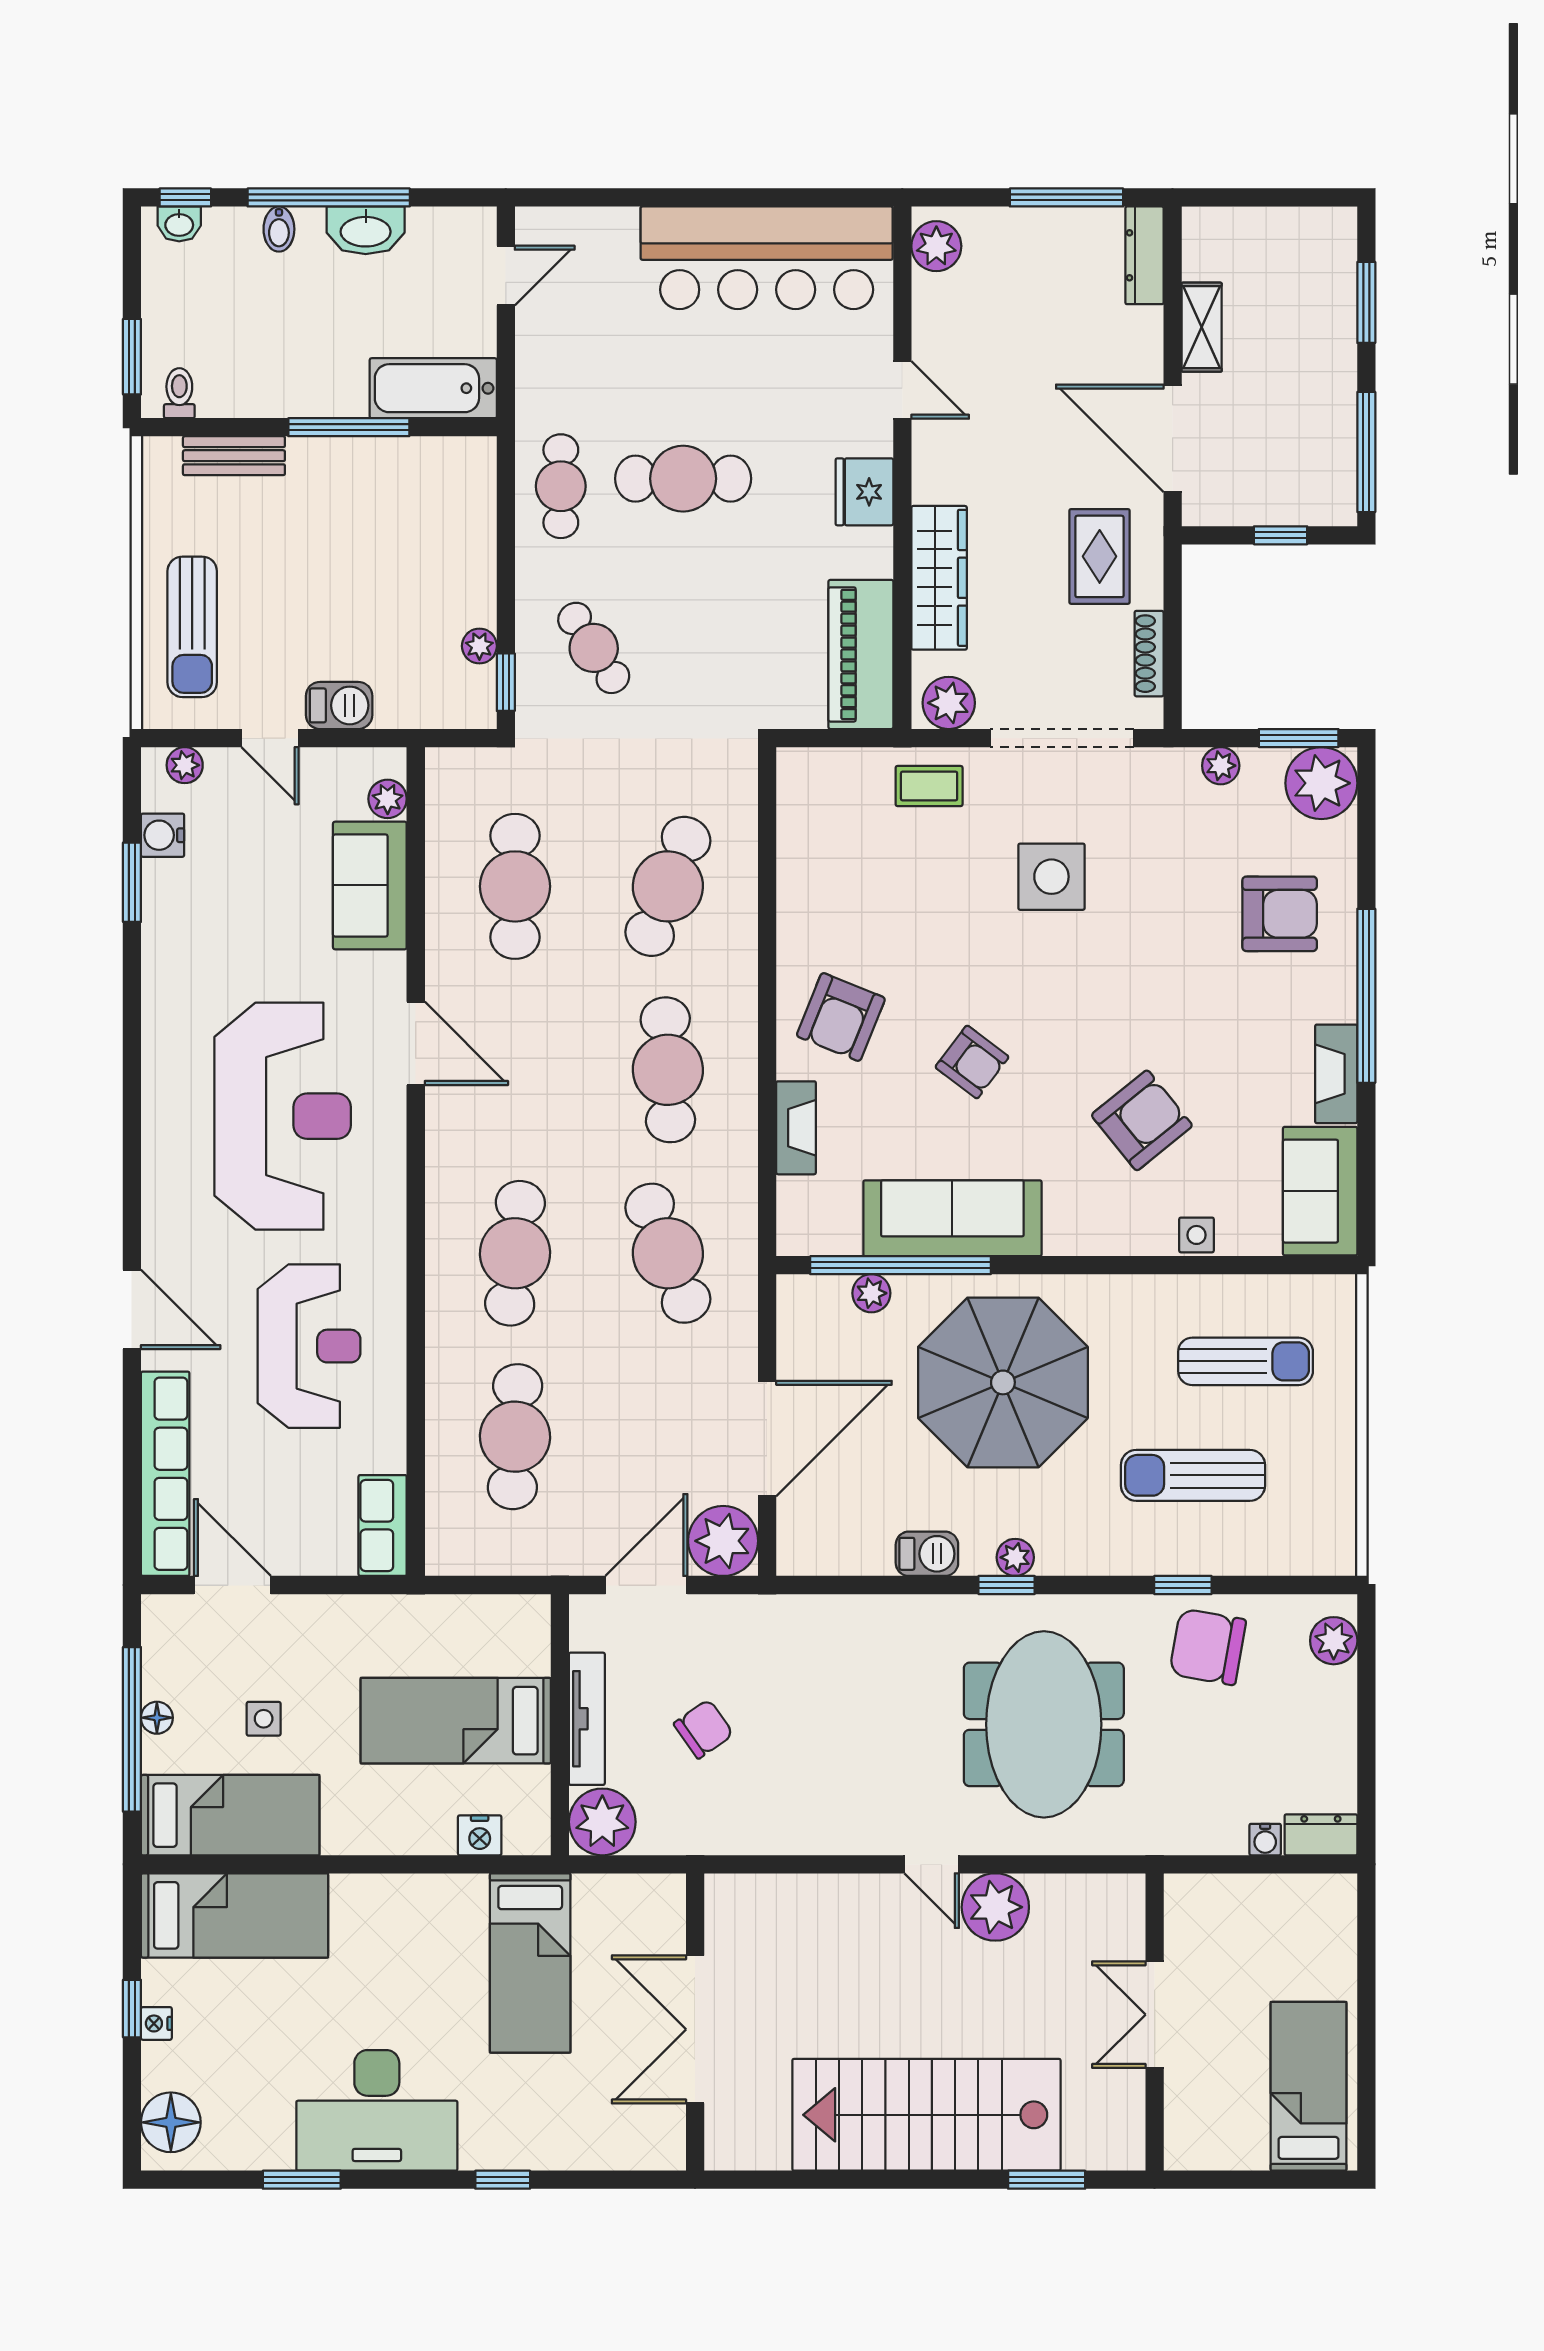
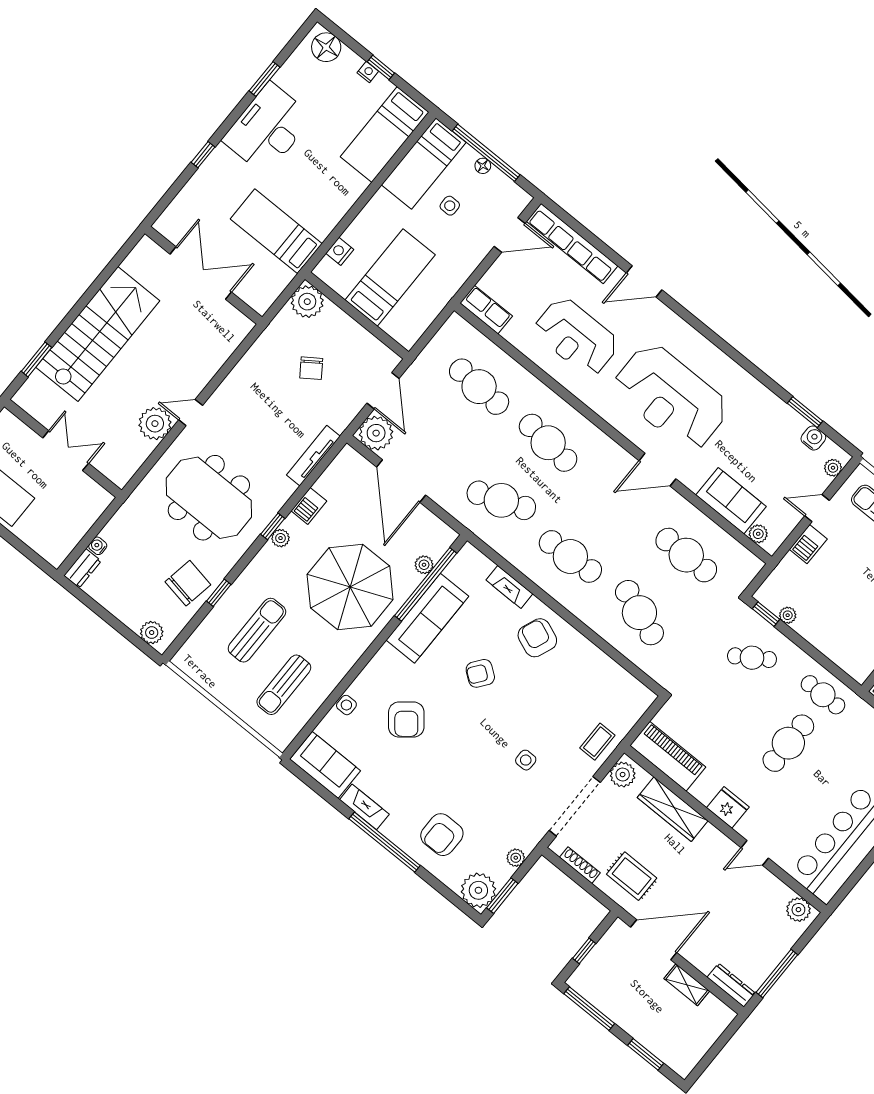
side table: (1051, 877) -> (526, 760), width x0.54, depth x0.54
tv unit: (587, 1719) -> (313, 456), moved, turned 90

